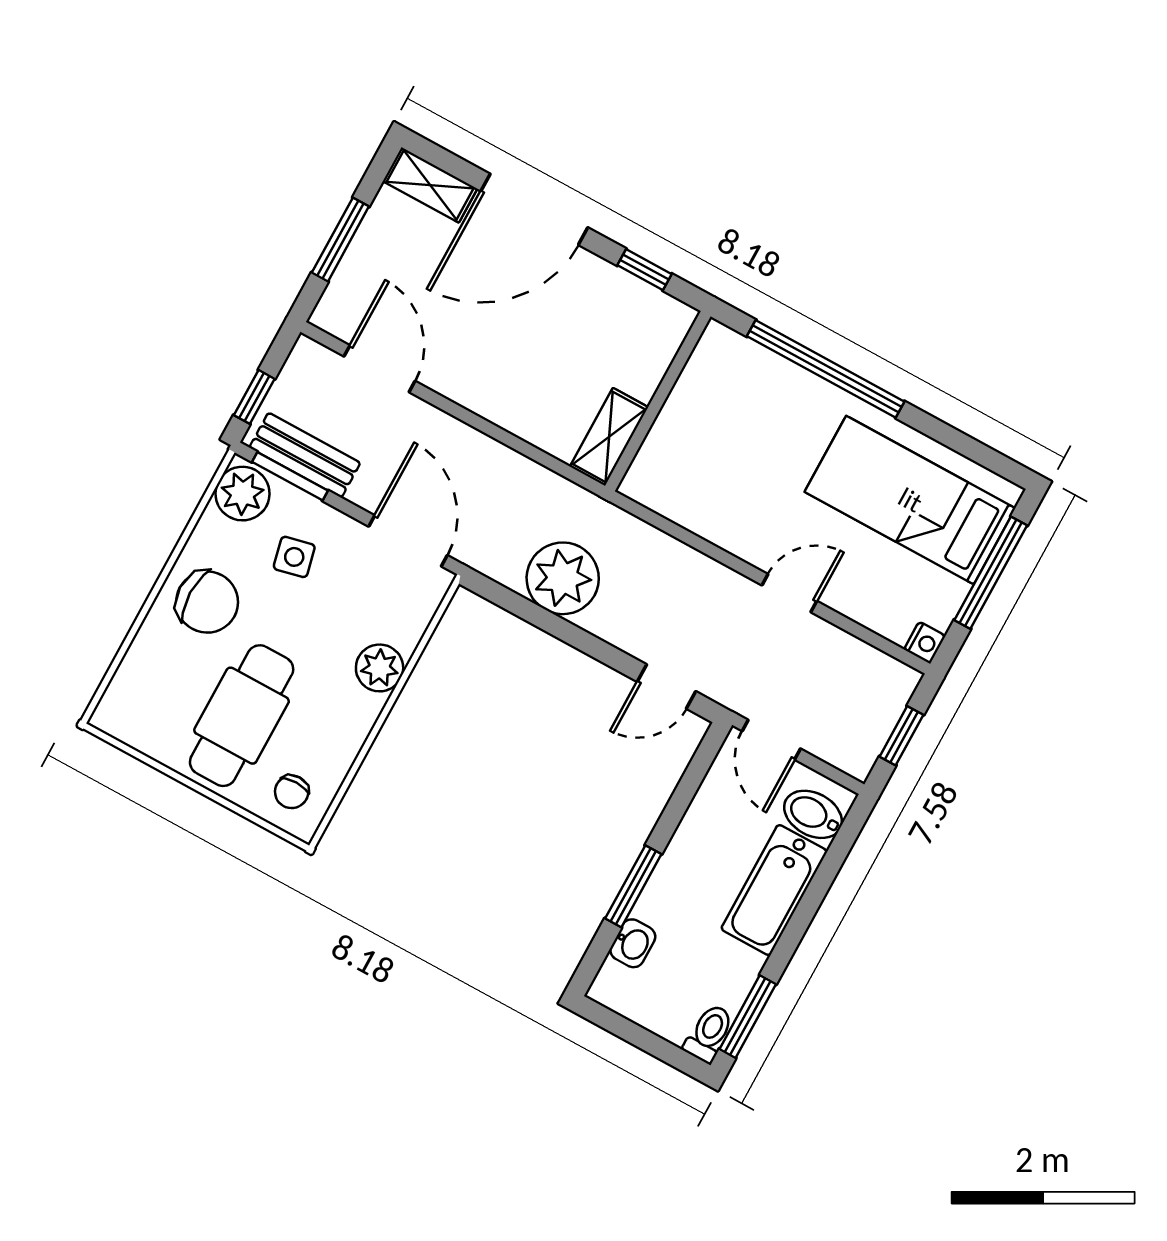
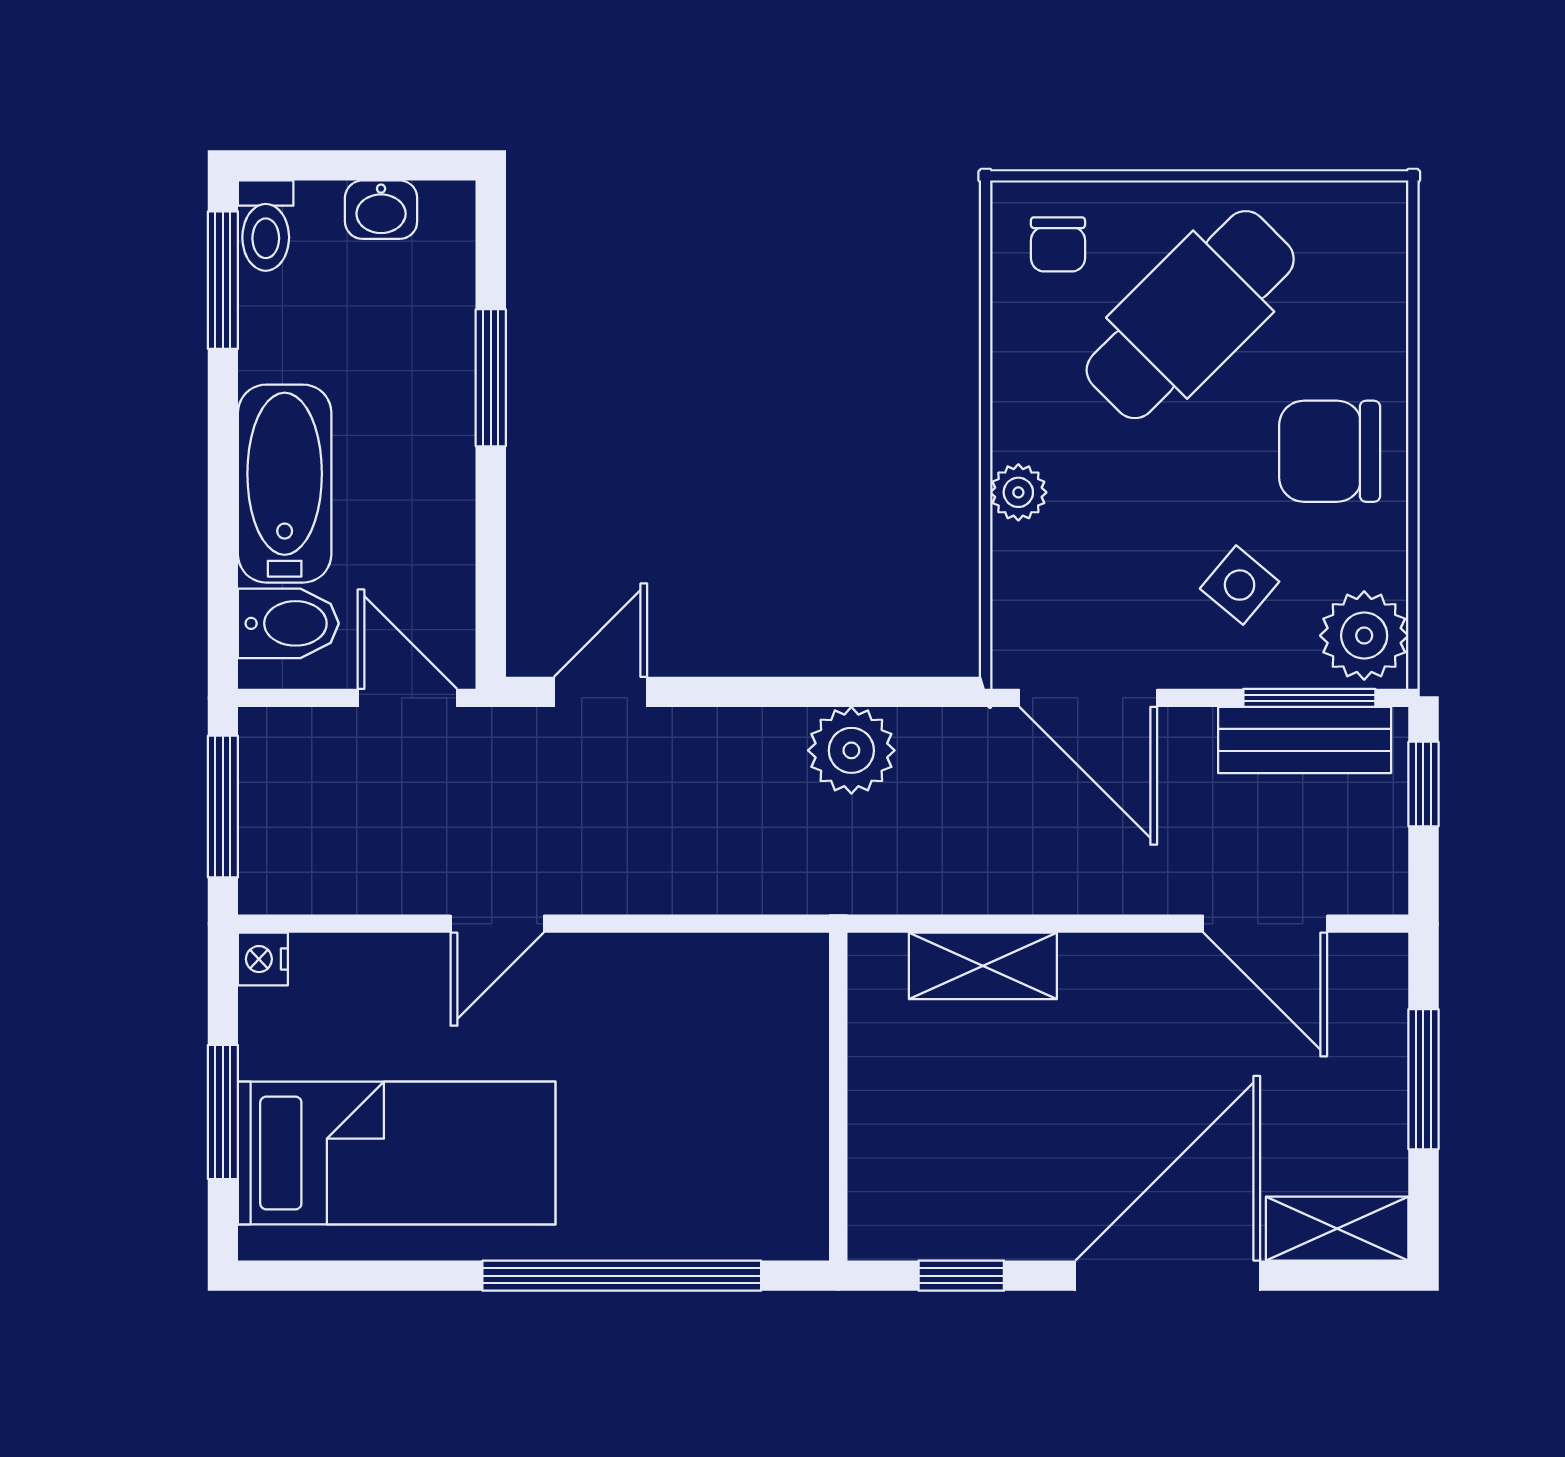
shelving: (609, 437) -> (983, 966), moved, turned 90
side table: (294, 557) -> (1240, 585), turned -37
window: (991, 573) -> (223, 1112), width x0.69
plant: (563, 578) -> (851, 750), width x0.73, depth x0.73
plant: (380, 668) -> (1018, 492), width x0.73, depth x0.73
cafe table: (242, 716) -> (1190, 315), turned 45
window: (901, 736) -> (223, 807), width x1.50
chair: (292, 792) -> (1058, 244), turned 180
washbasin: (633, 943) -> (381, 210), moved, turned -90

